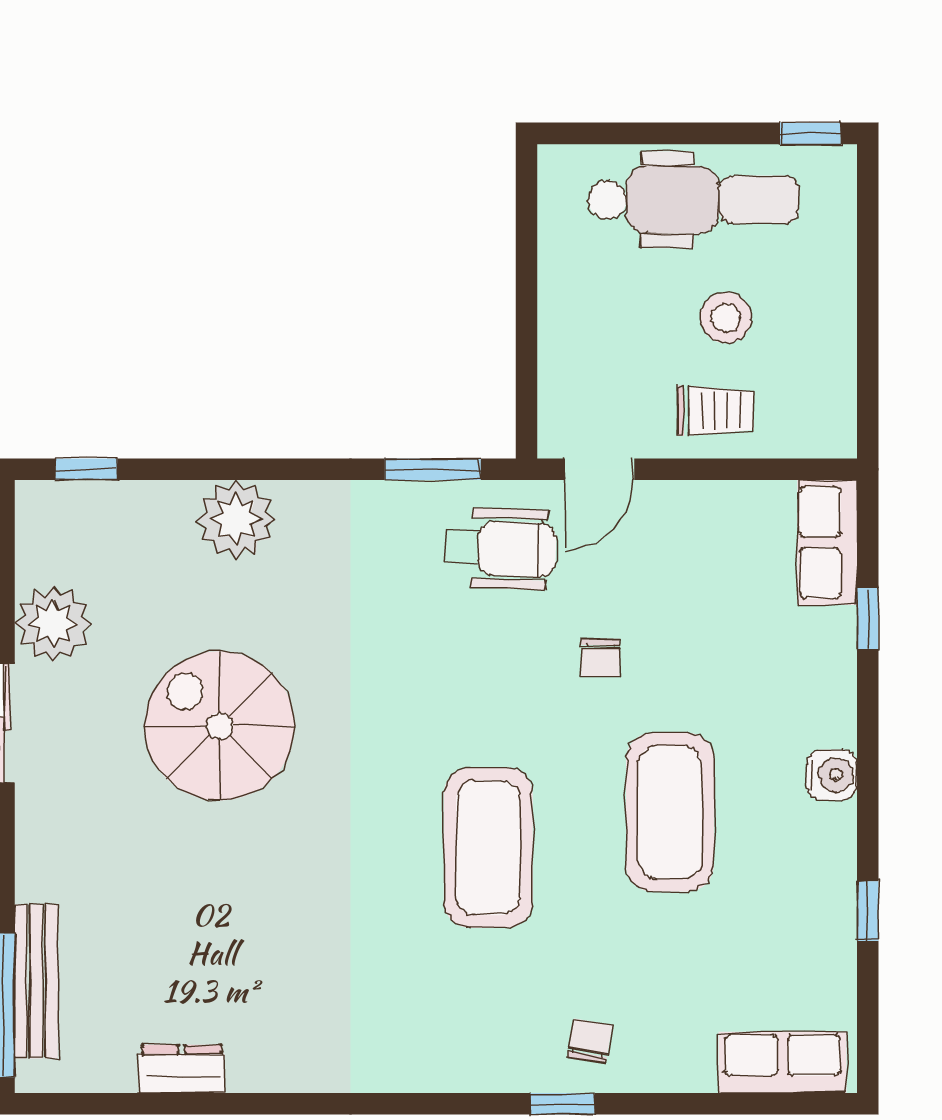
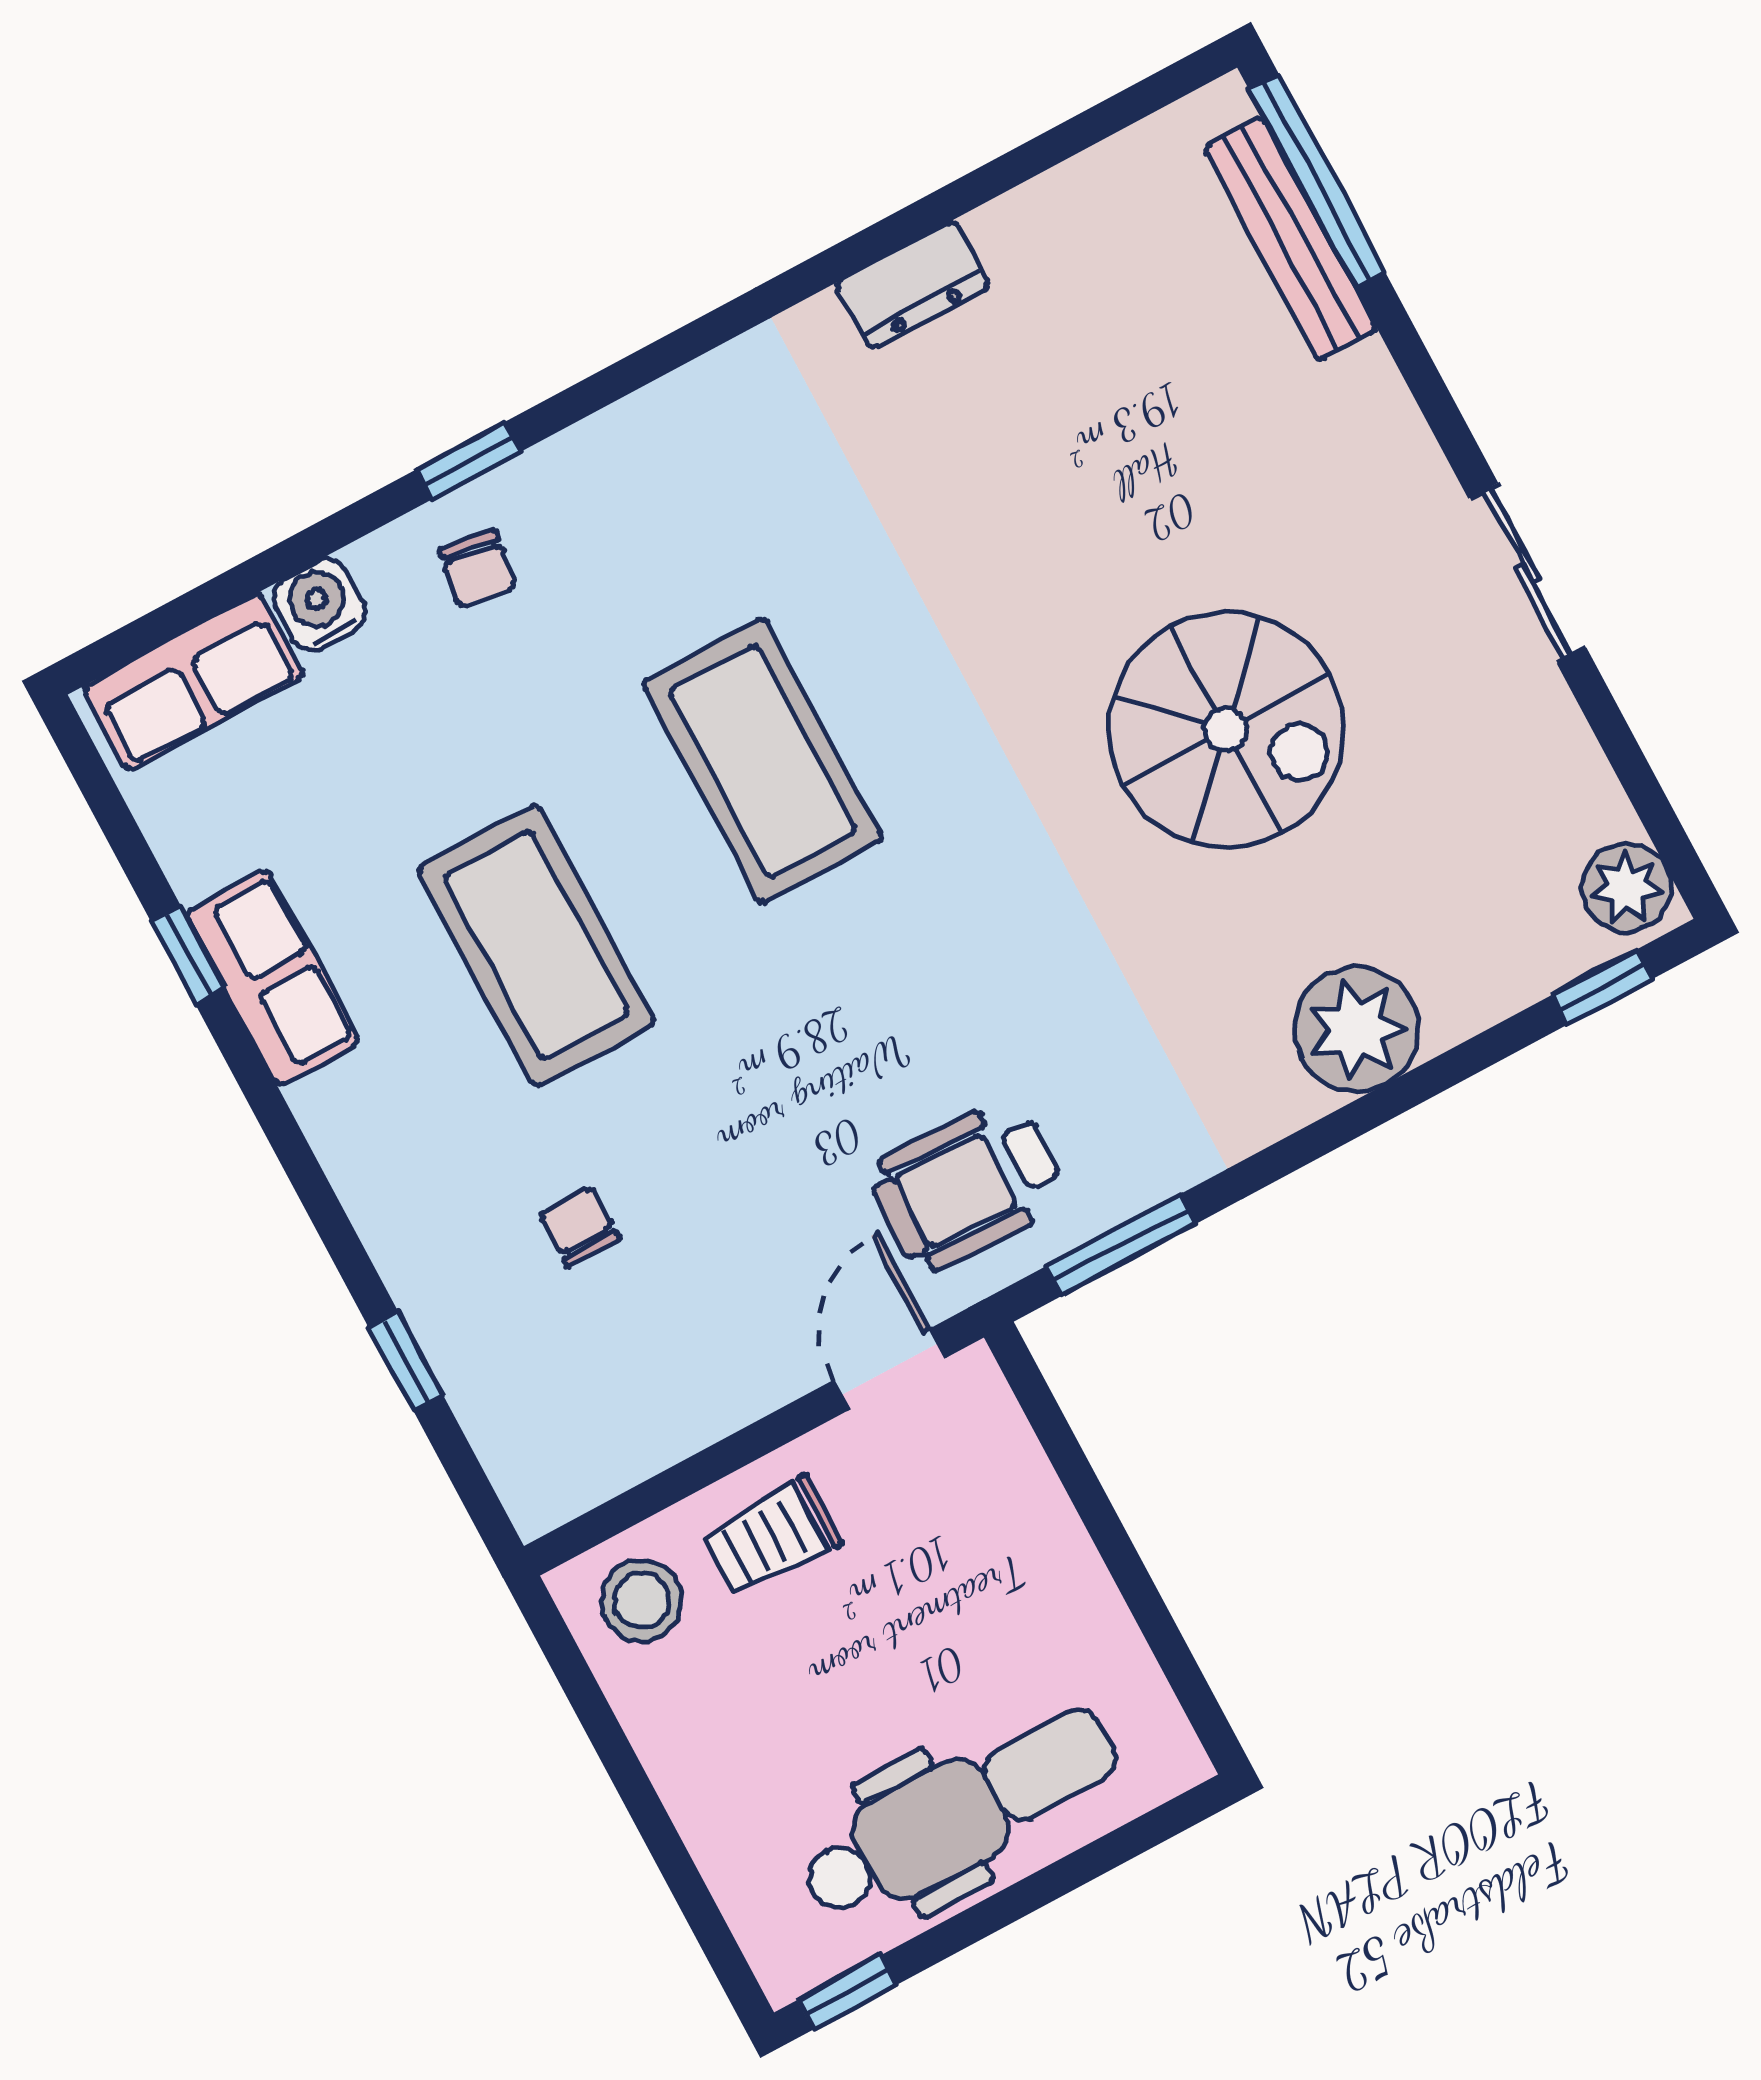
dental chair: (694, 200) -> (959, 1813), turned 180
stool: (726, 318) -> (642, 1600), moved
row of seats: (827, 542) -> (273, 978), moved
plant: (53, 624) -> (1627, 888), moved, width x0.73, depth x0.73
chair: (600, 658) -> (580, 1227), moved
water cooler: (832, 775) -> (320, 605), moved, turned 90
dresser: (182, 1069) -> (912, 285), moved

